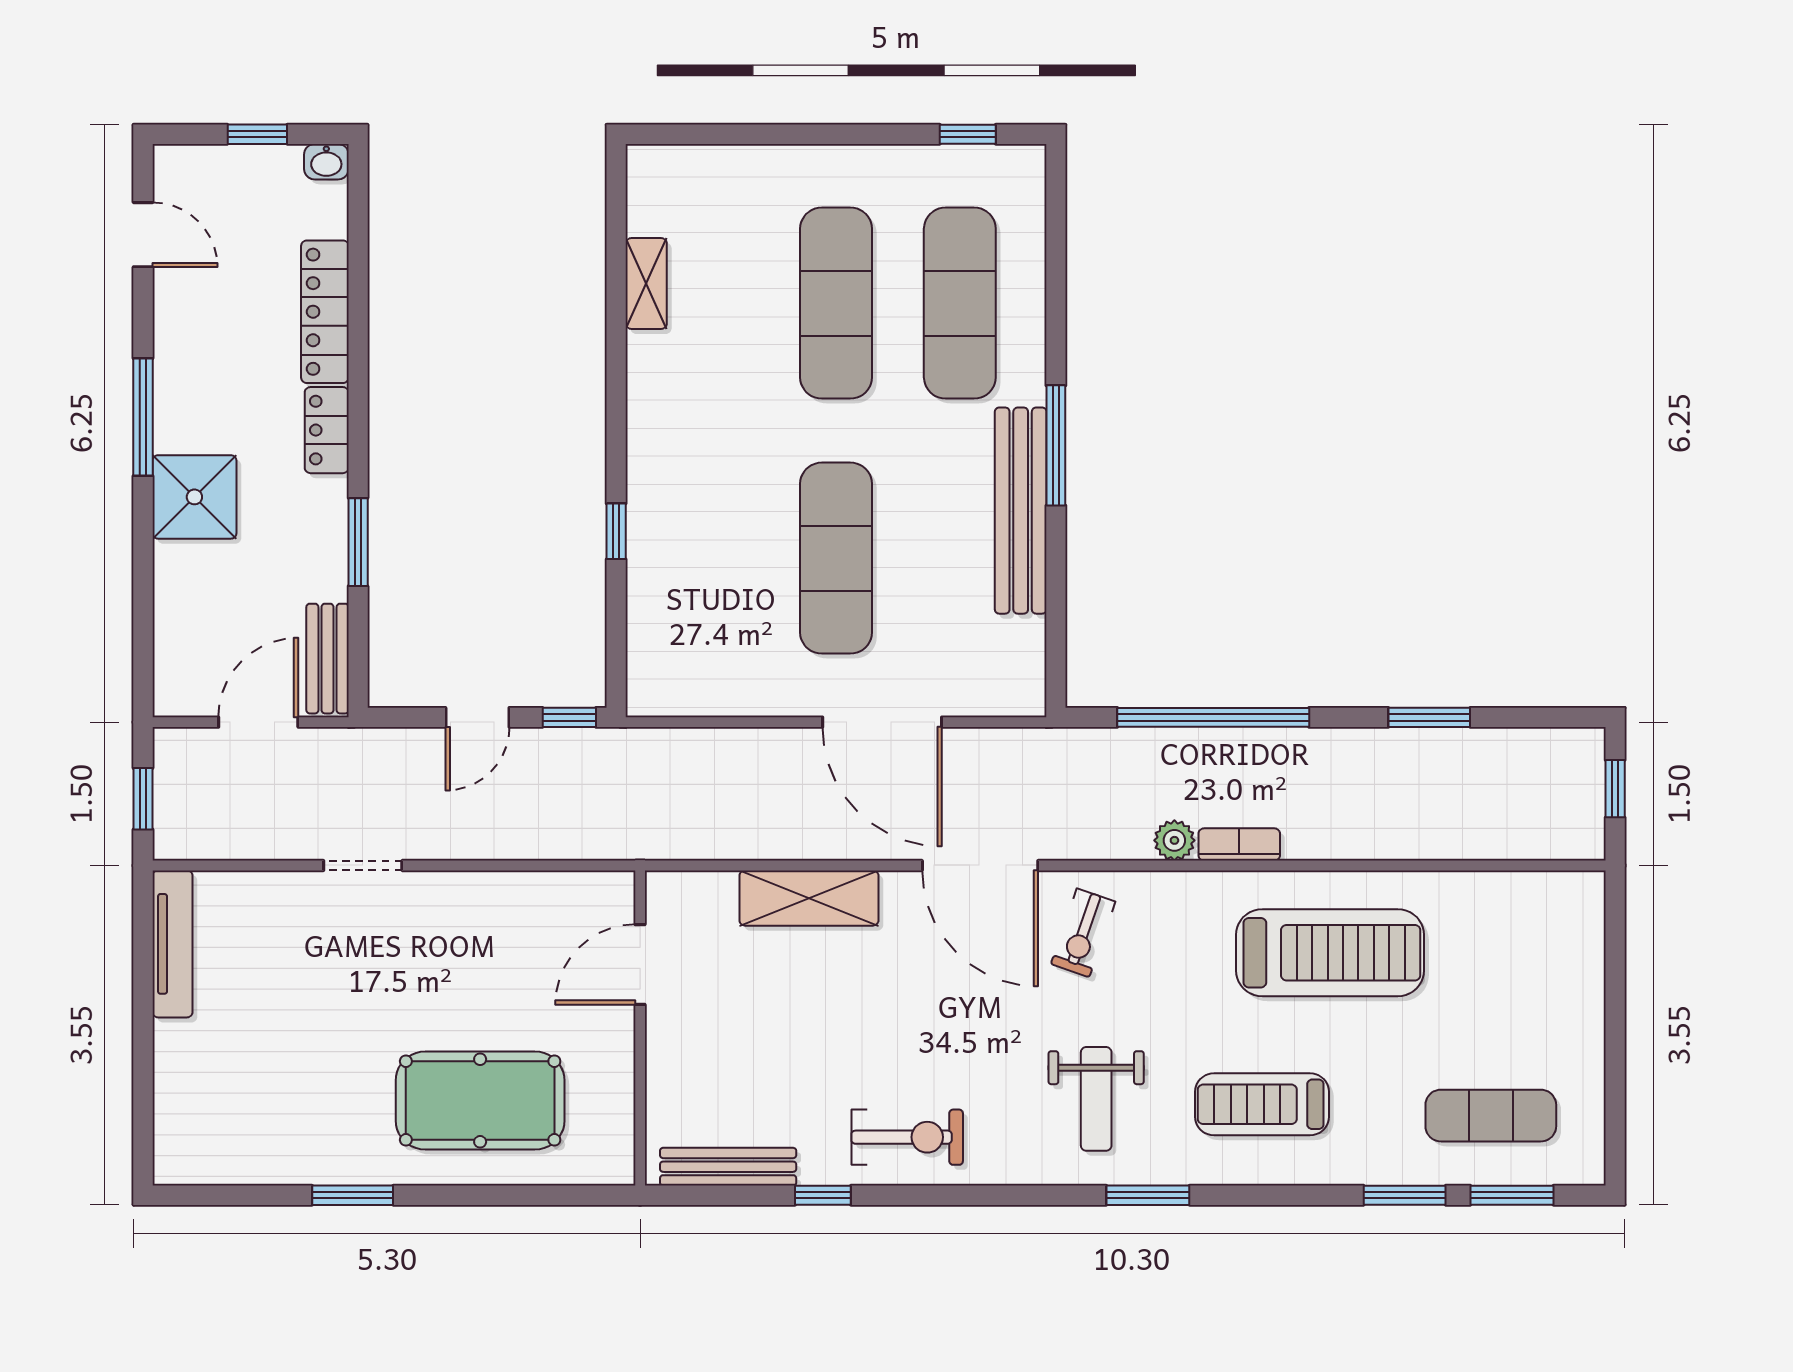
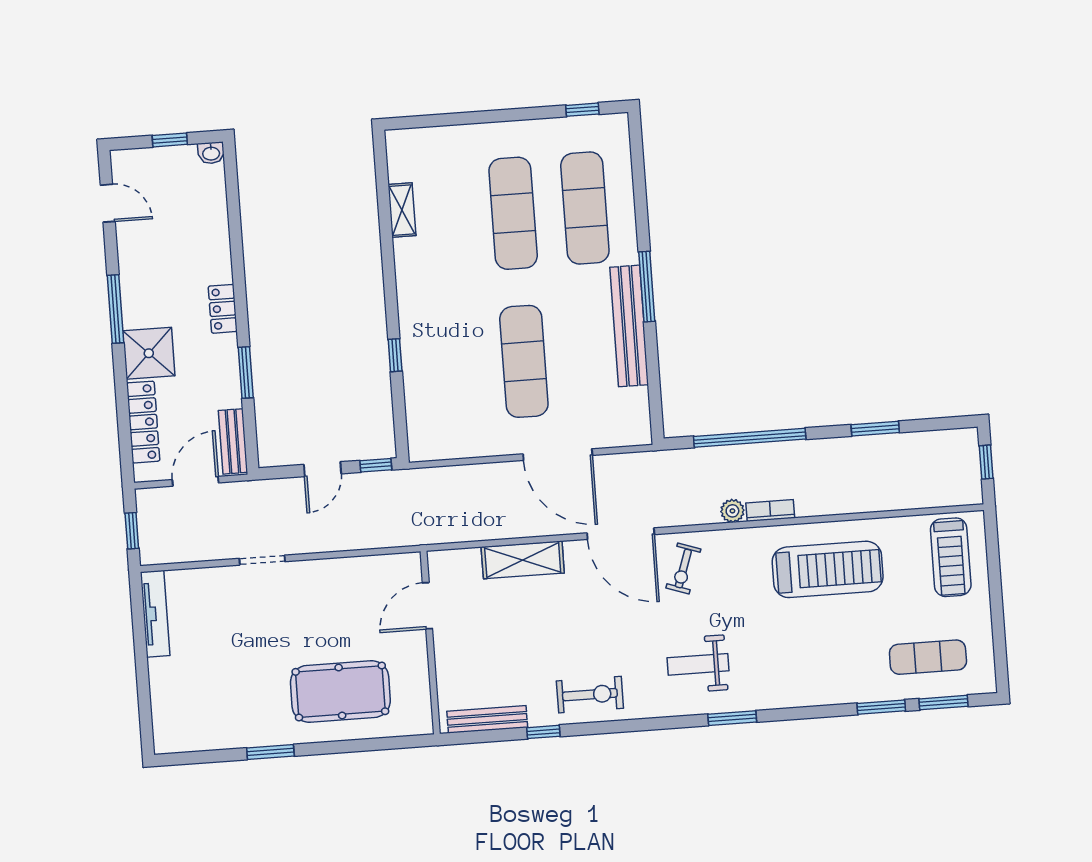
locker: (325, 312) -> (143, 422), moved, turned 180
weight bench: (1096, 1099) -> (698, 664), turned 90
treadmill: (1262, 1104) -> (951, 557), moved, turned -90

